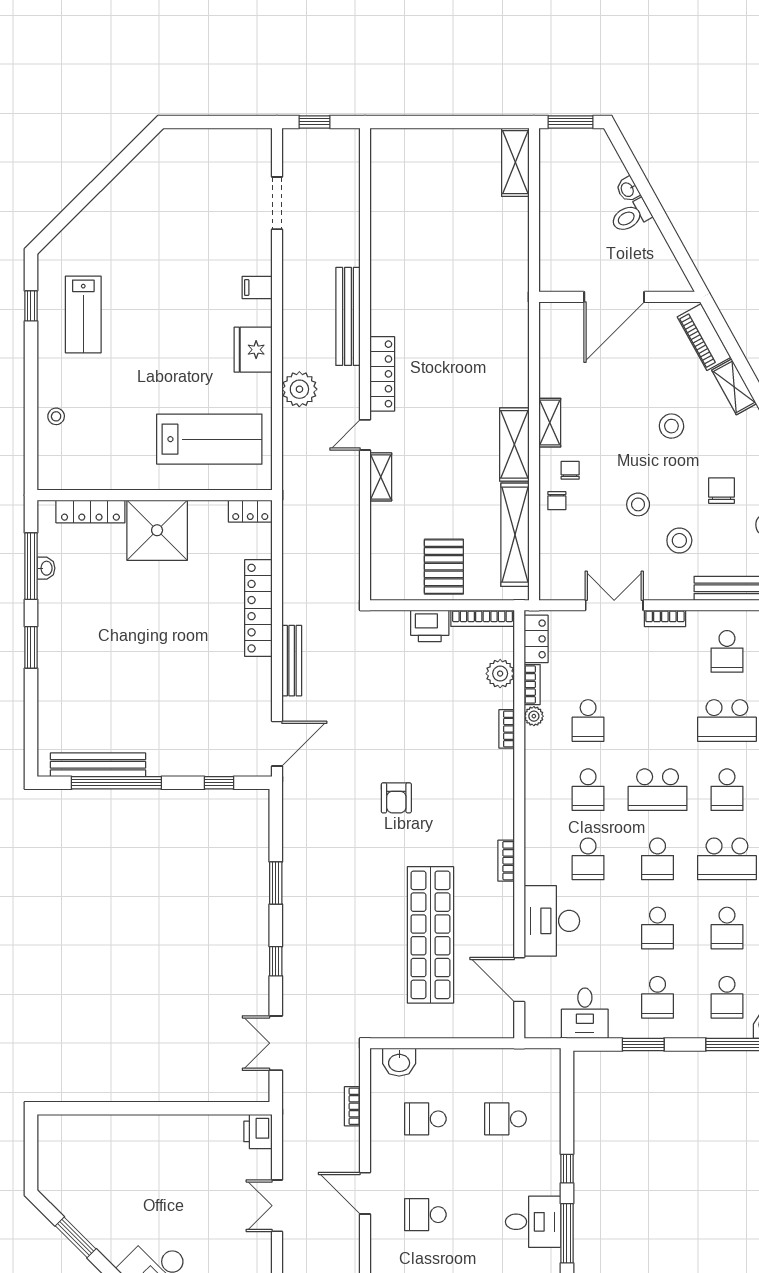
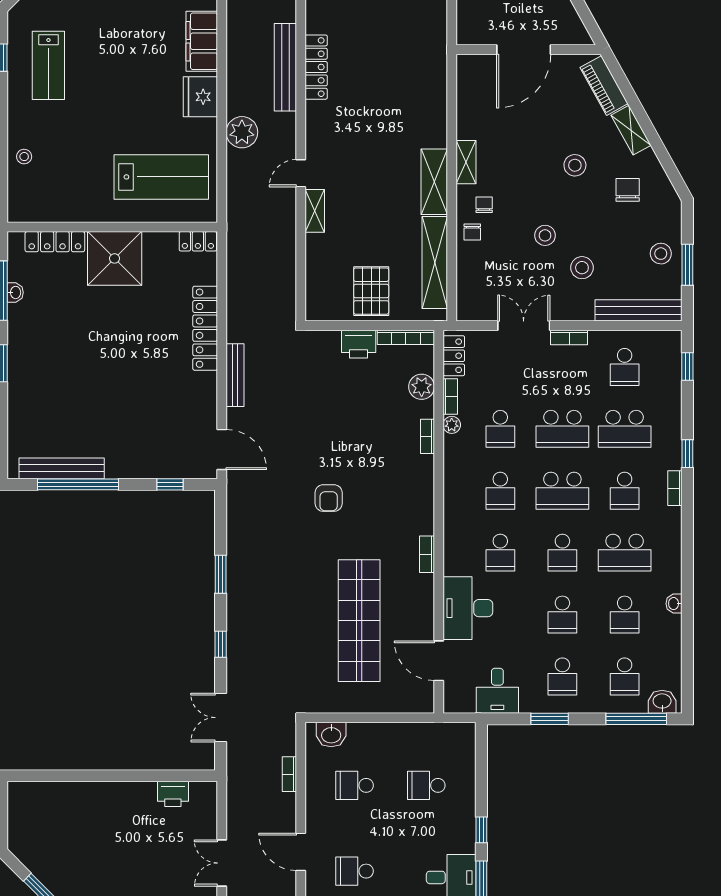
filing cabinet: (257, 288) -> (202, 41), width x3.00, depth x1.17
locker: (382, 374) -> (316, 67), moved
chair: (721, 491) -> (628, 190), moved
school desk: (658, 721) -> (562, 429), added
door: (277, 744) -> (222, 450), hinge flipped
printer: (258, 1131) -> (173, 794), moved, turned -90

